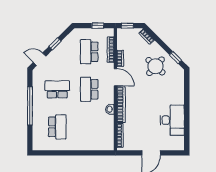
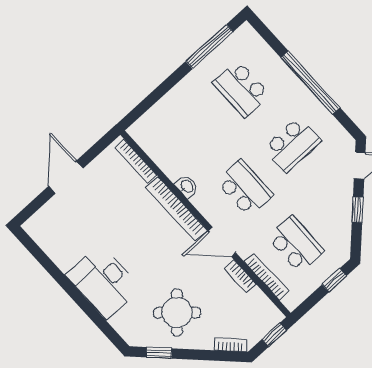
window: (98, 26) -> (334, 280), moved
desk: (172, 120) -> (103, 282), moved
window: (55, 153) -> (209, 47), added

